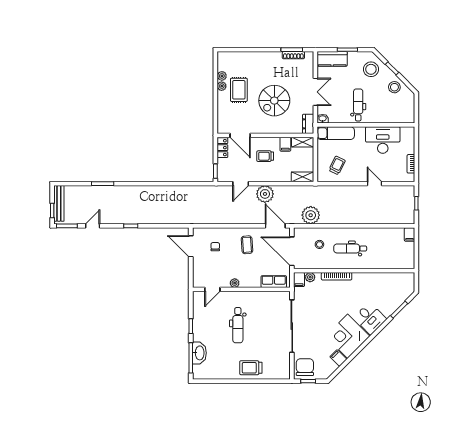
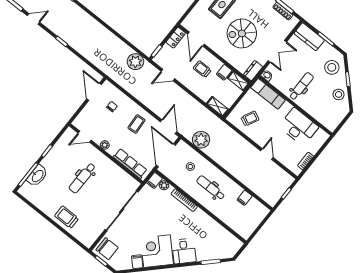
plant: (265, 194) -> (135, 62), moved
filing cabinet: (410, 235) -> (245, 198), moved
row of seats: (274, 282) -> (130, 163), width x1.48
chair: (305, 367) -> (107, 249), turned 90

